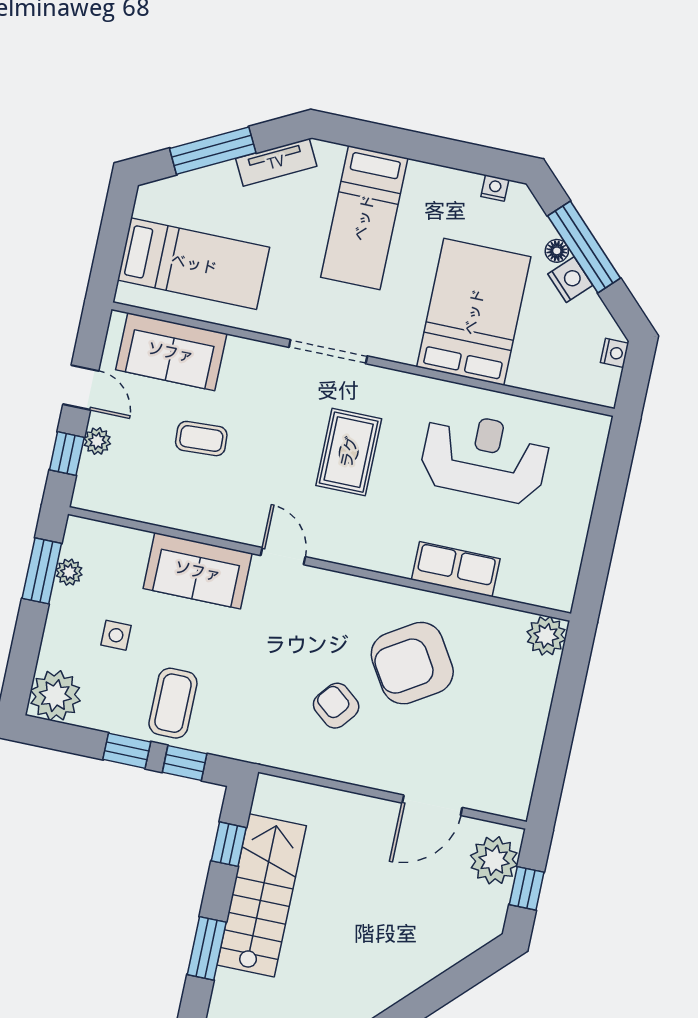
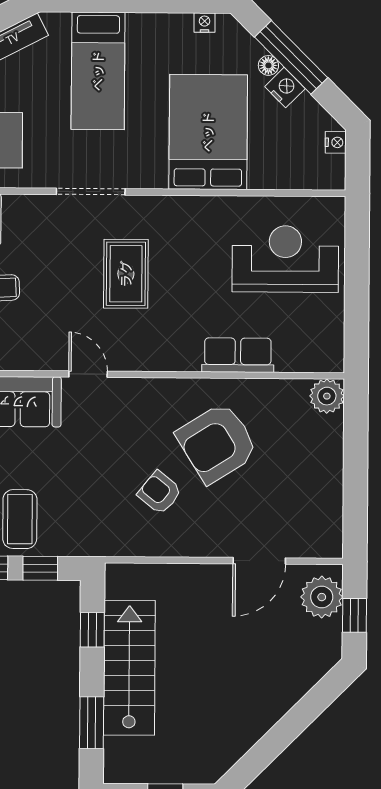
reception desk: (485, 457) -> (285, 259), moved

